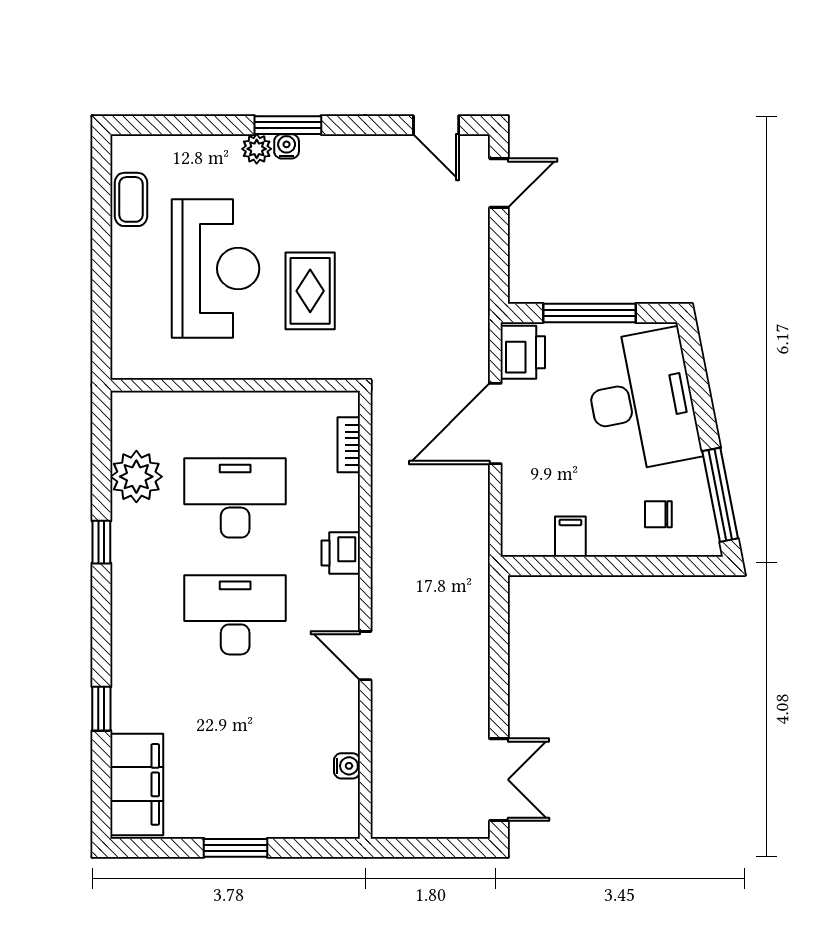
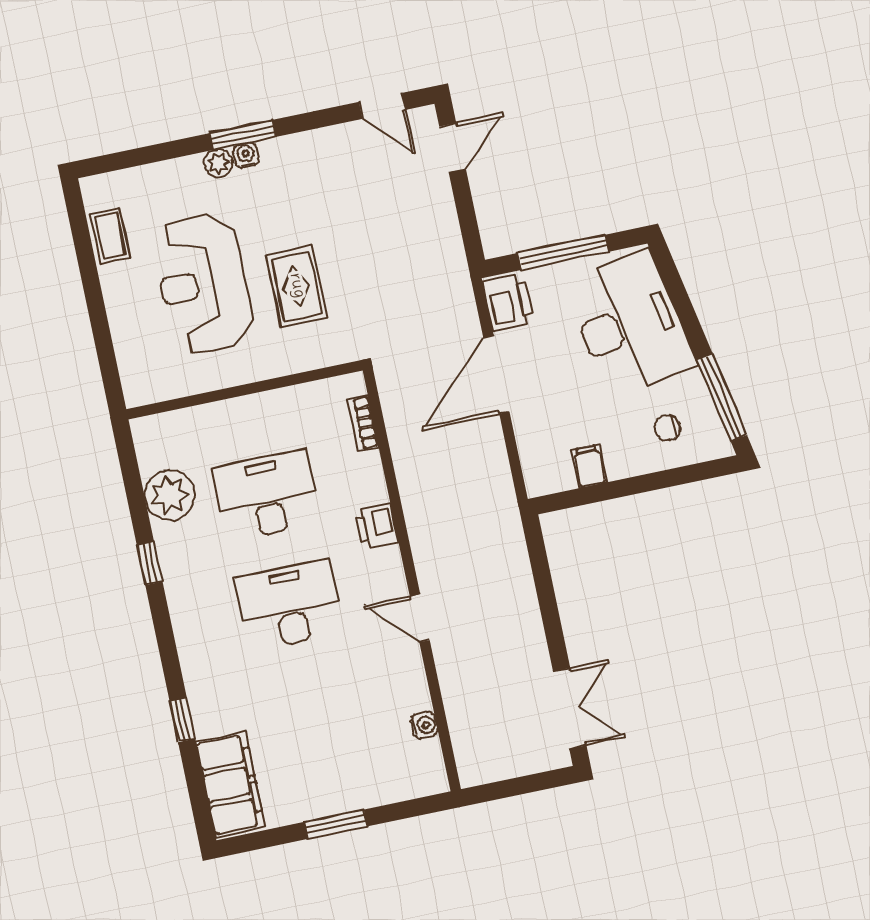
reception desk: (215, 269) -> (203, 284), turned 180

